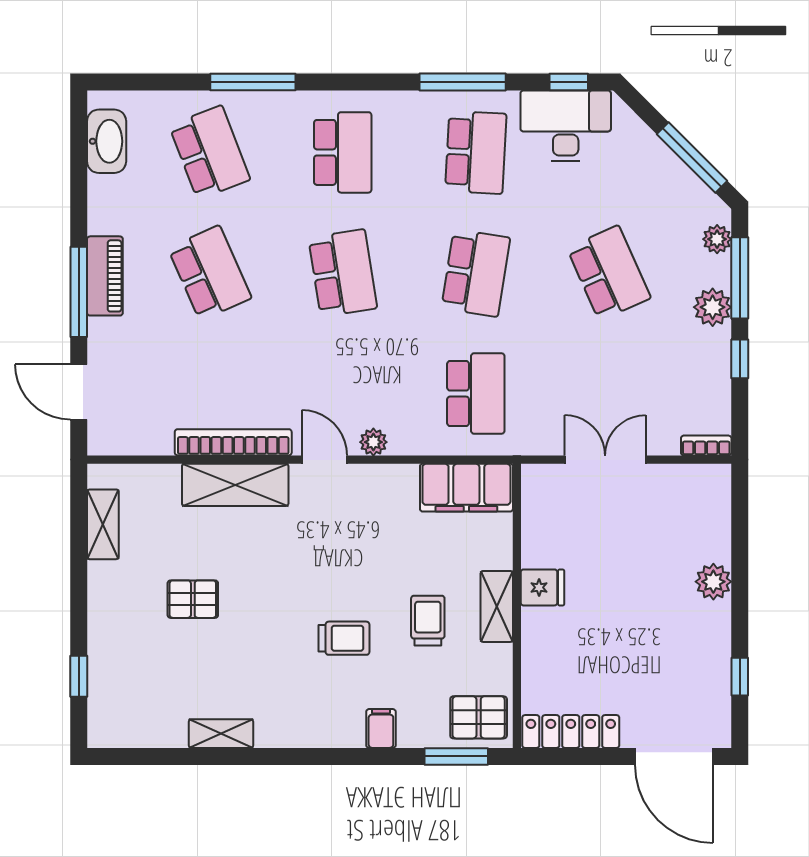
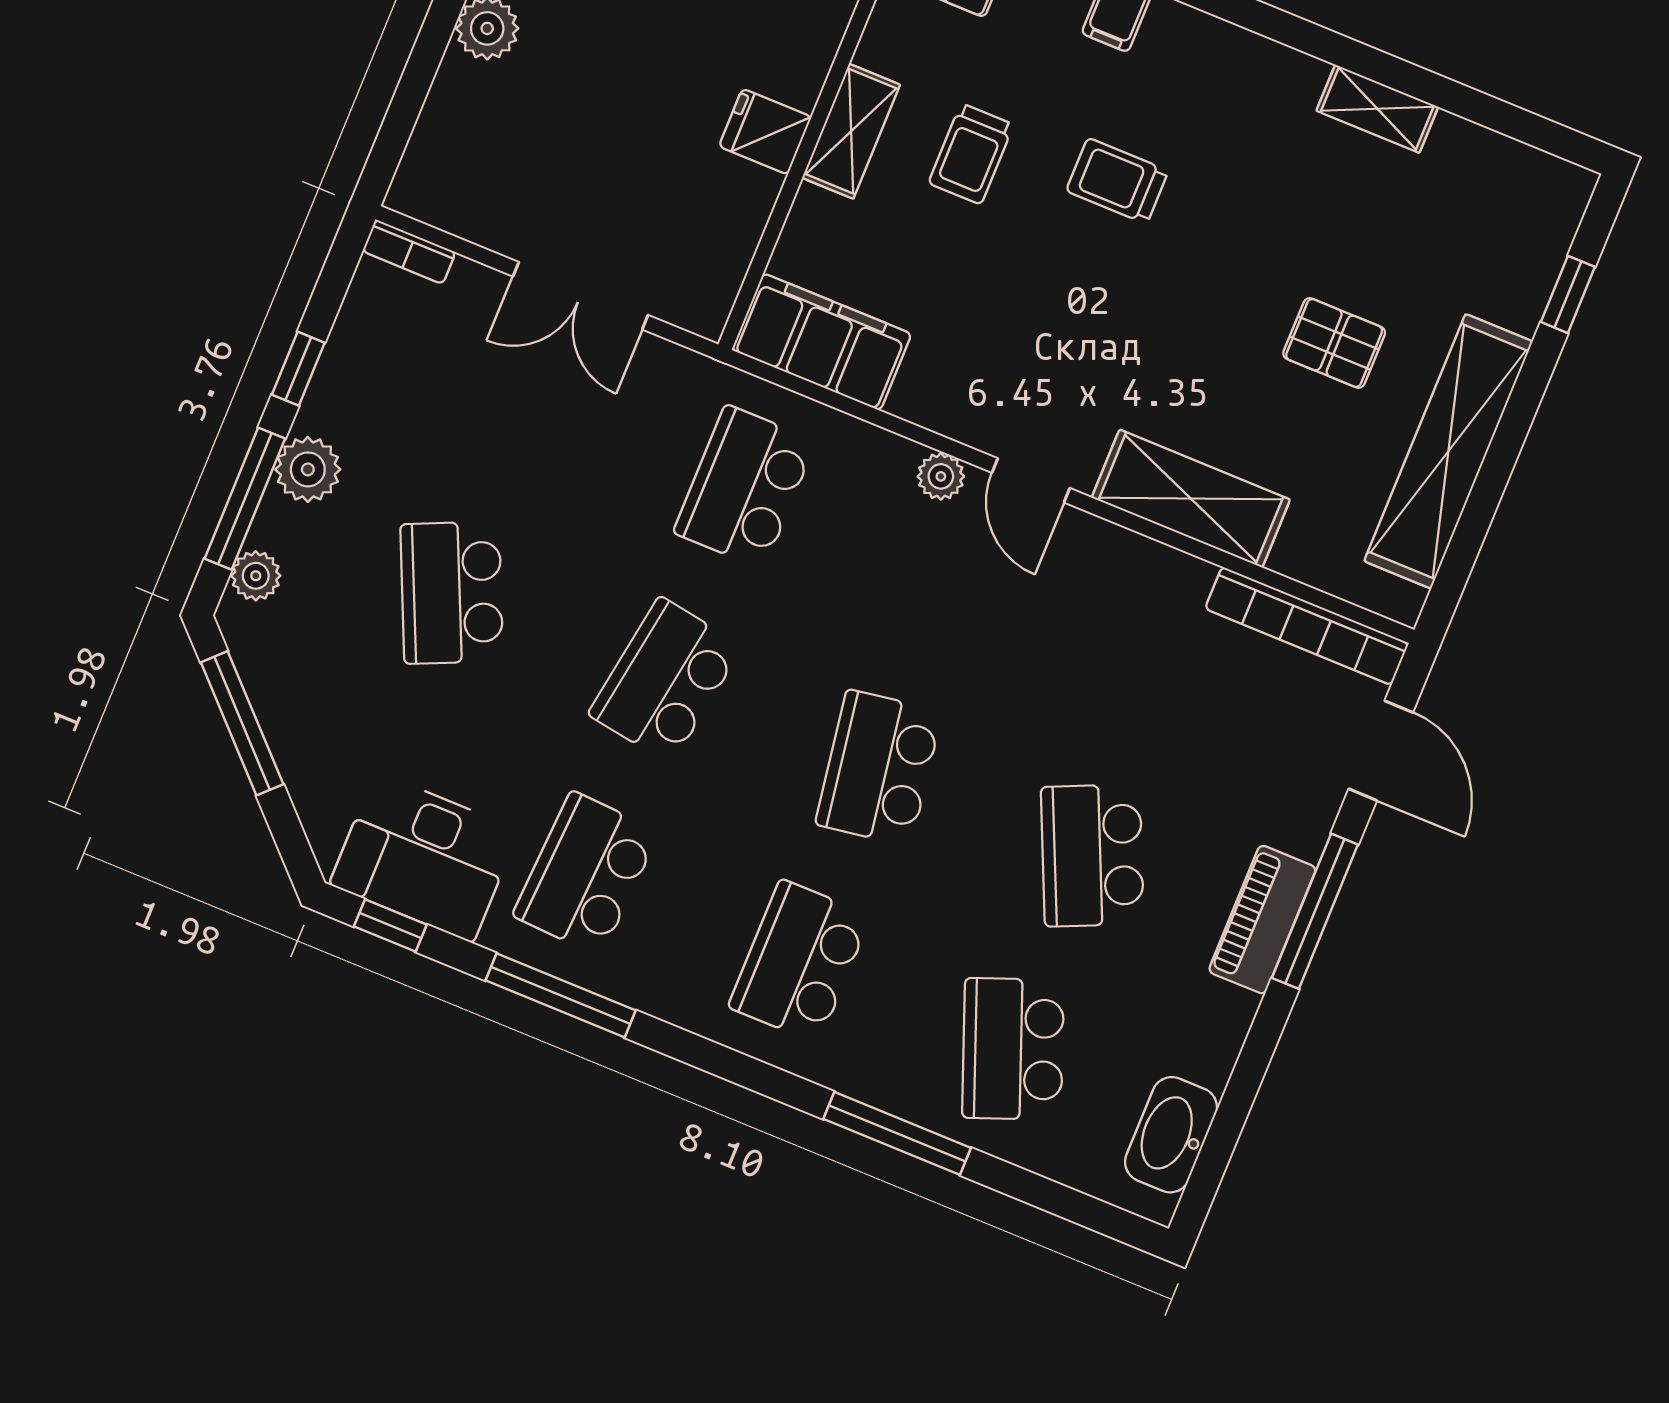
bookcase: (233, 442) -> (1307, 626), moved
shelving: (103, 524) -> (1448, 451), width x2.20, depth x1.33

